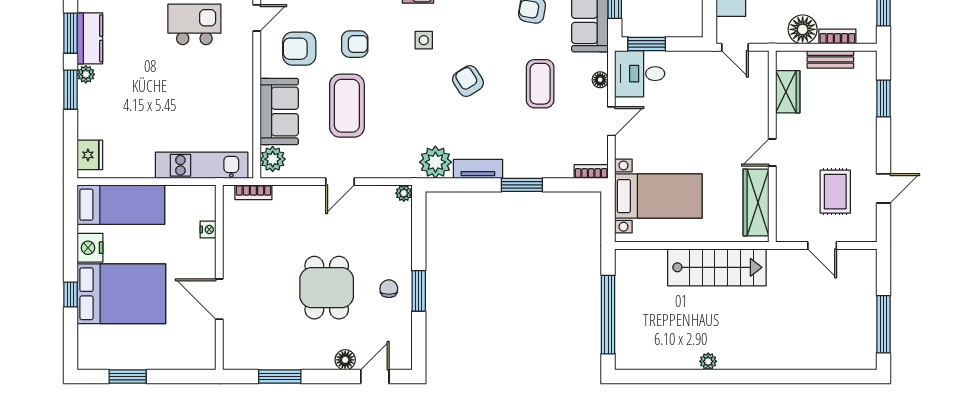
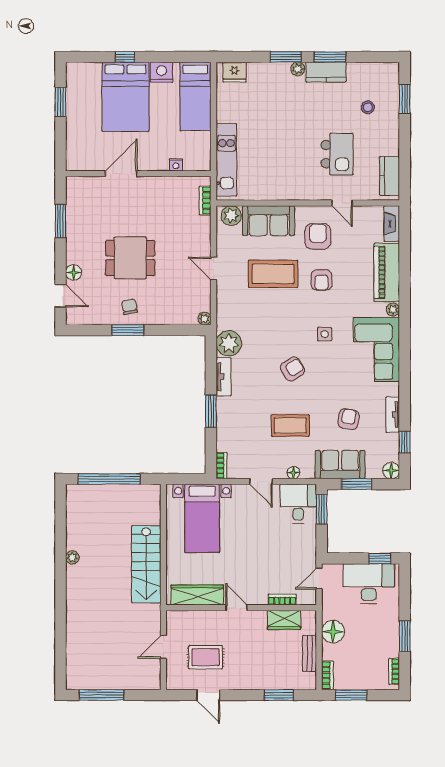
bookcase: (837, 36) -> (327, 675), moved
bookcase: (762, 94) -> (282, 600), added
chair: (389, 289) -> (129, 307), turned -101

